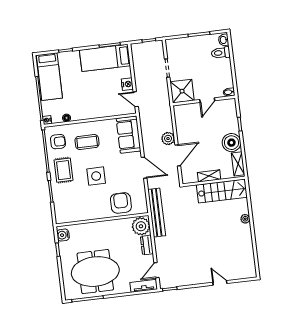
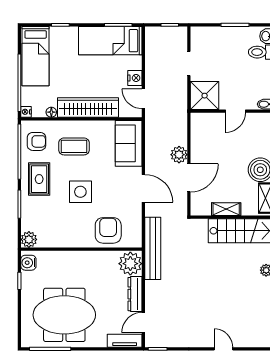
wardrobe: (94, 111) -> (88, 107), added
plant: (61, 217) -> (29, 239), added
dresser: (147, 245) -> (135, 294), width x1.44

